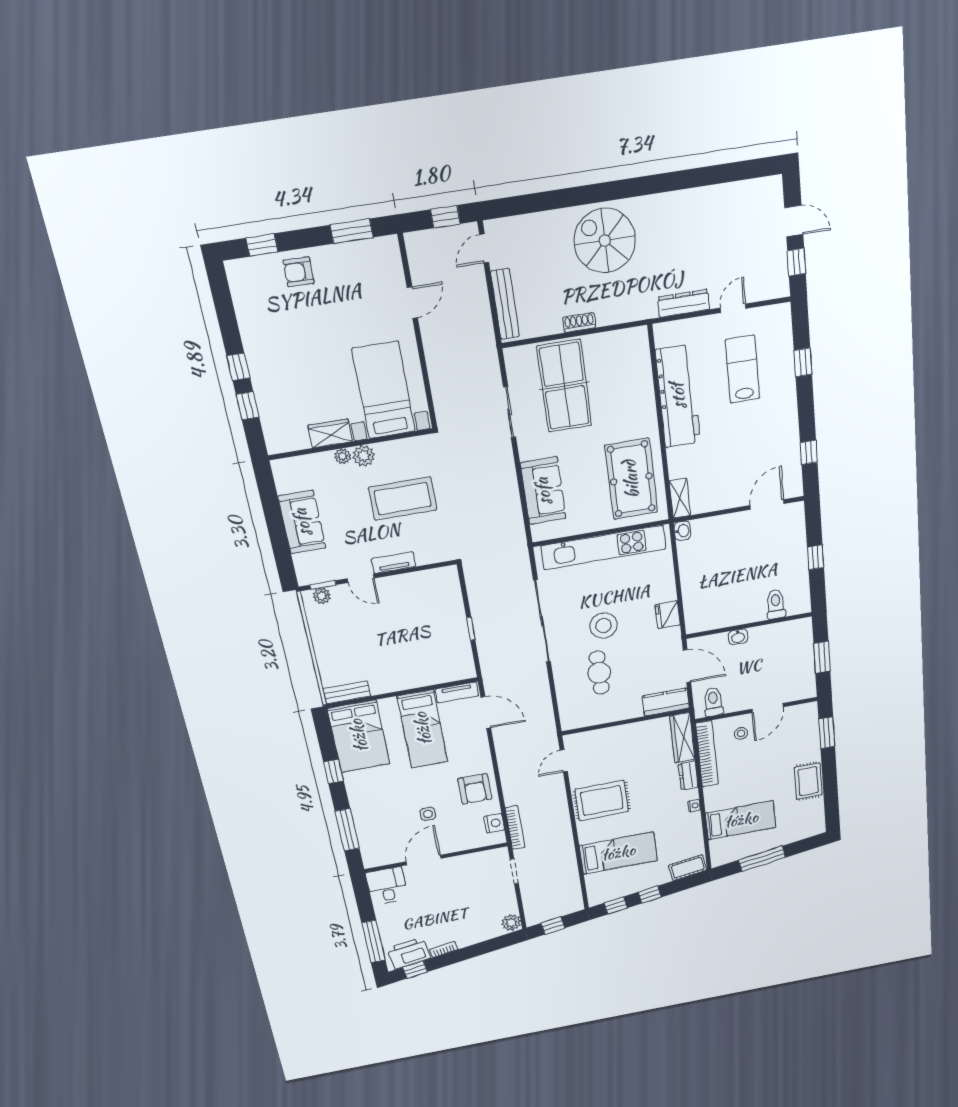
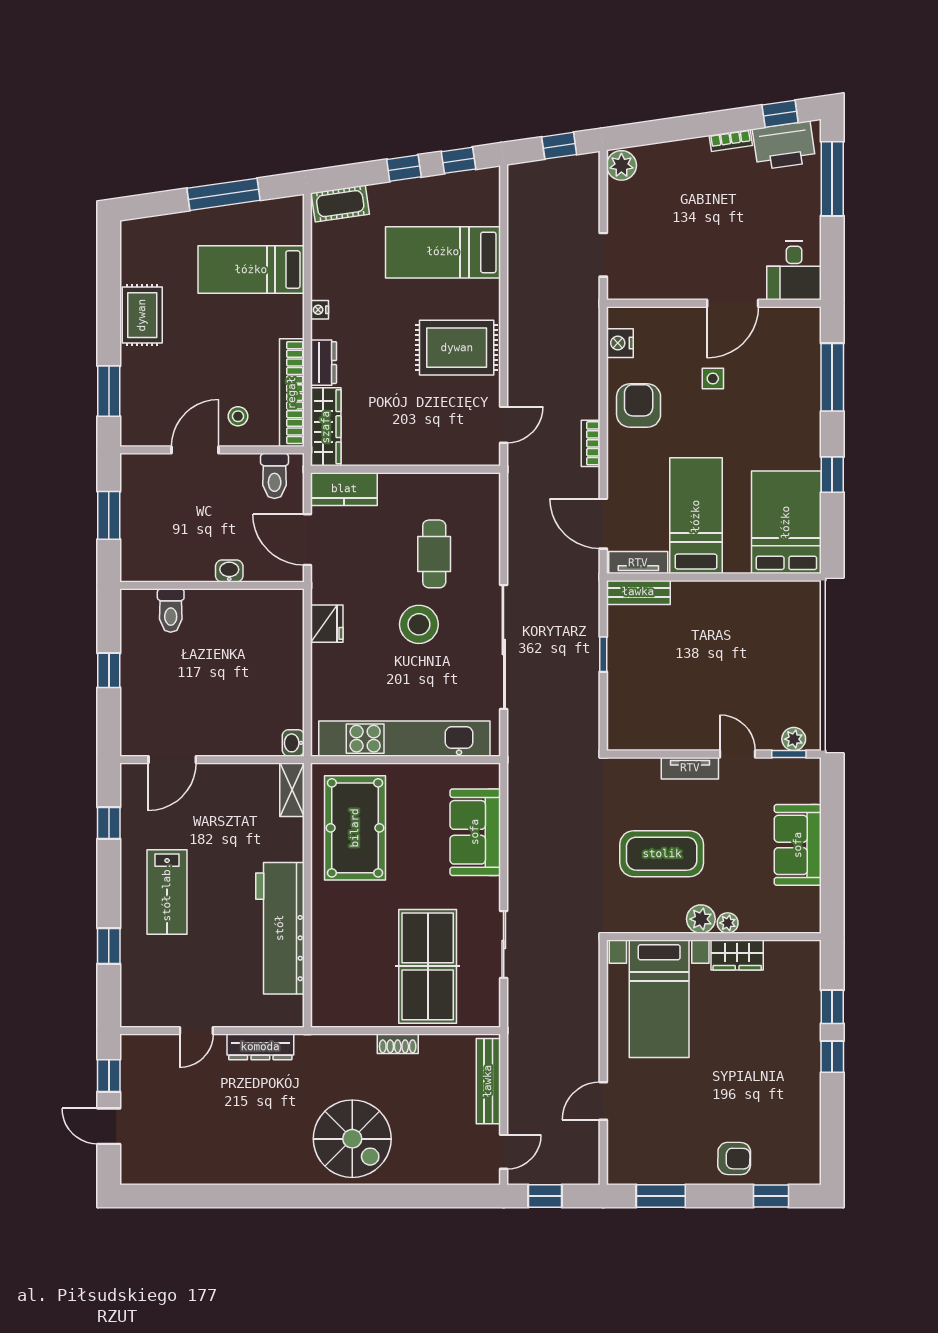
lab bench: (743, 369) -> (167, 892), moved
bench: (347, 692) -> (638, 592), moved
bookcase: (515, 828) -> (591, 443), moved, width x0.64

